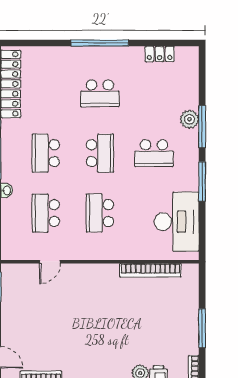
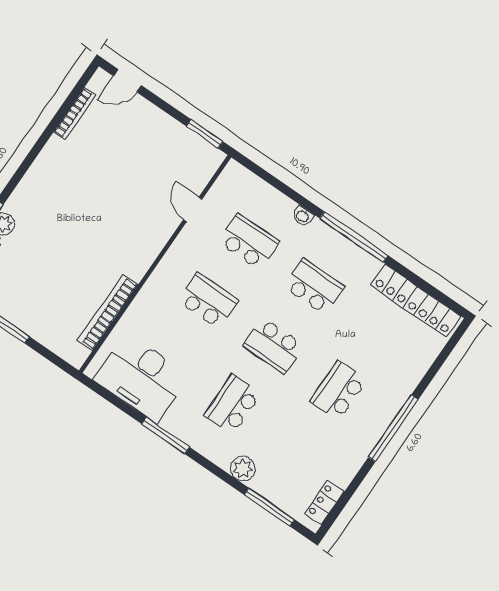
locker: (160, 54) -> (324, 503), moved
window: (202, 127) -> (269, 507), moved

